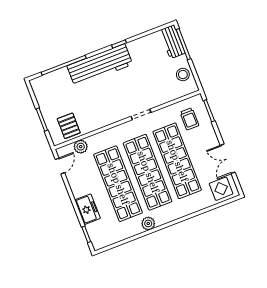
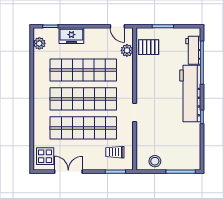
workbench: (172, 42) -> (193, 50), moved, turned -90
plant: (148, 224) -> (39, 43), moved

